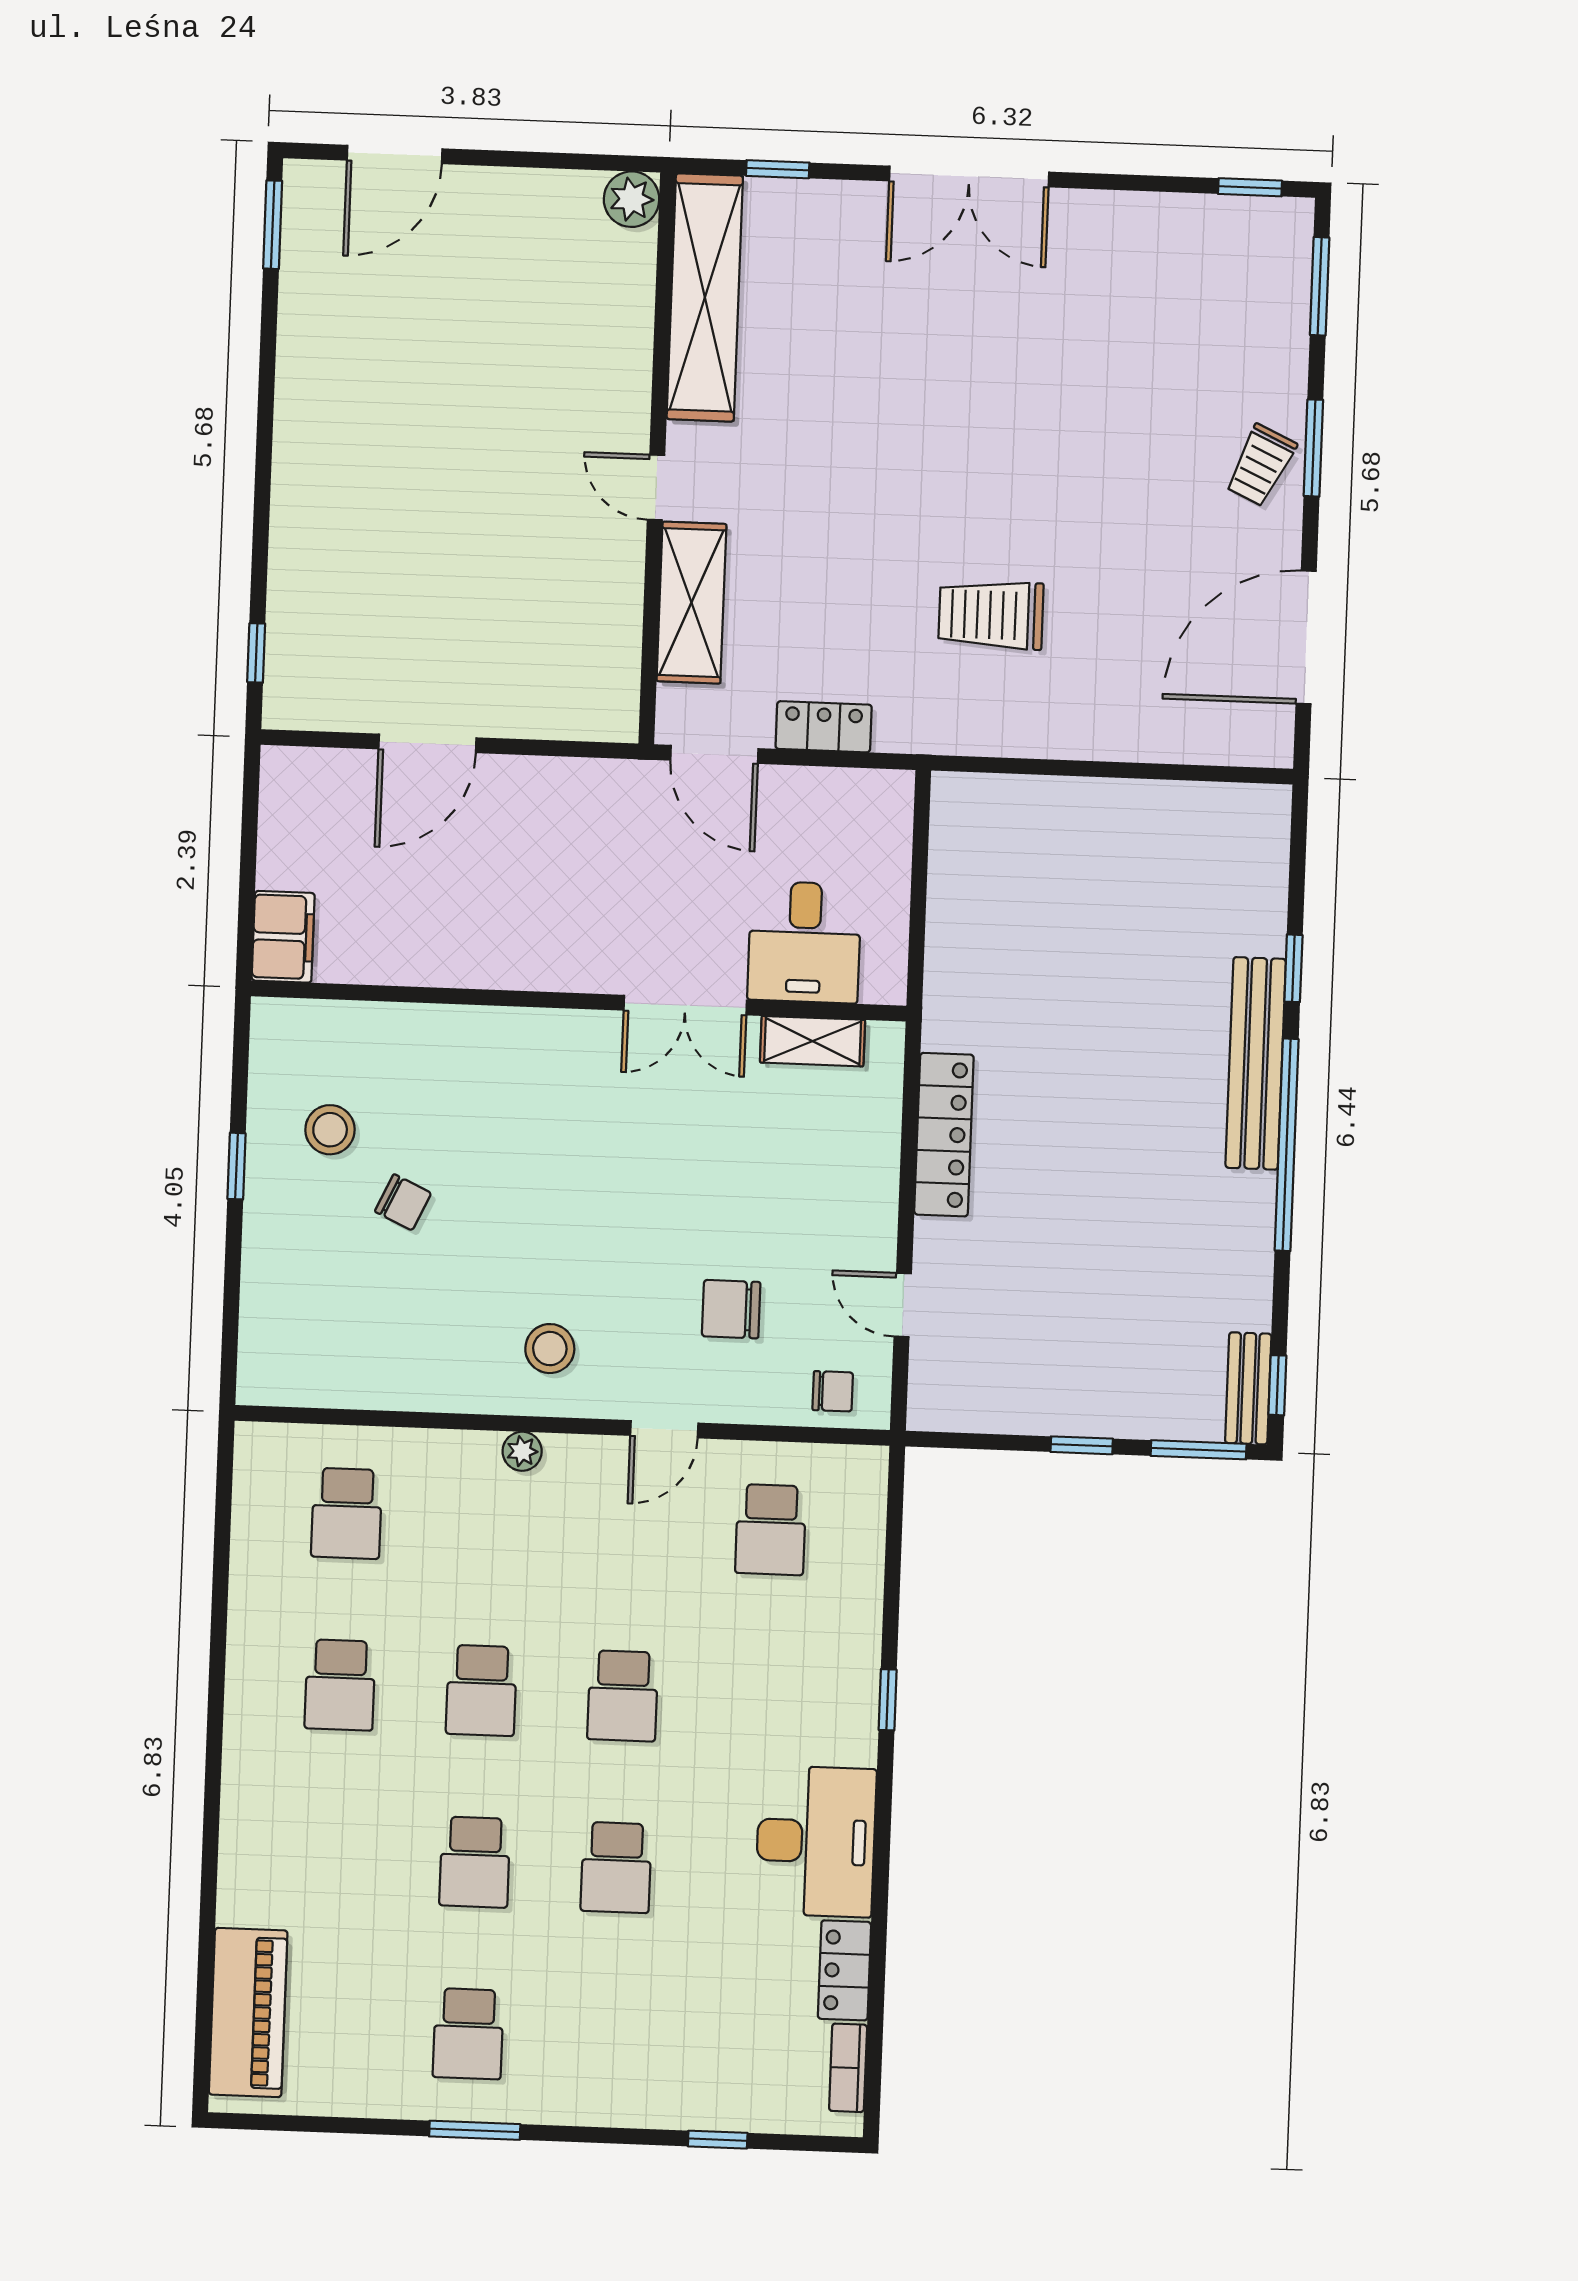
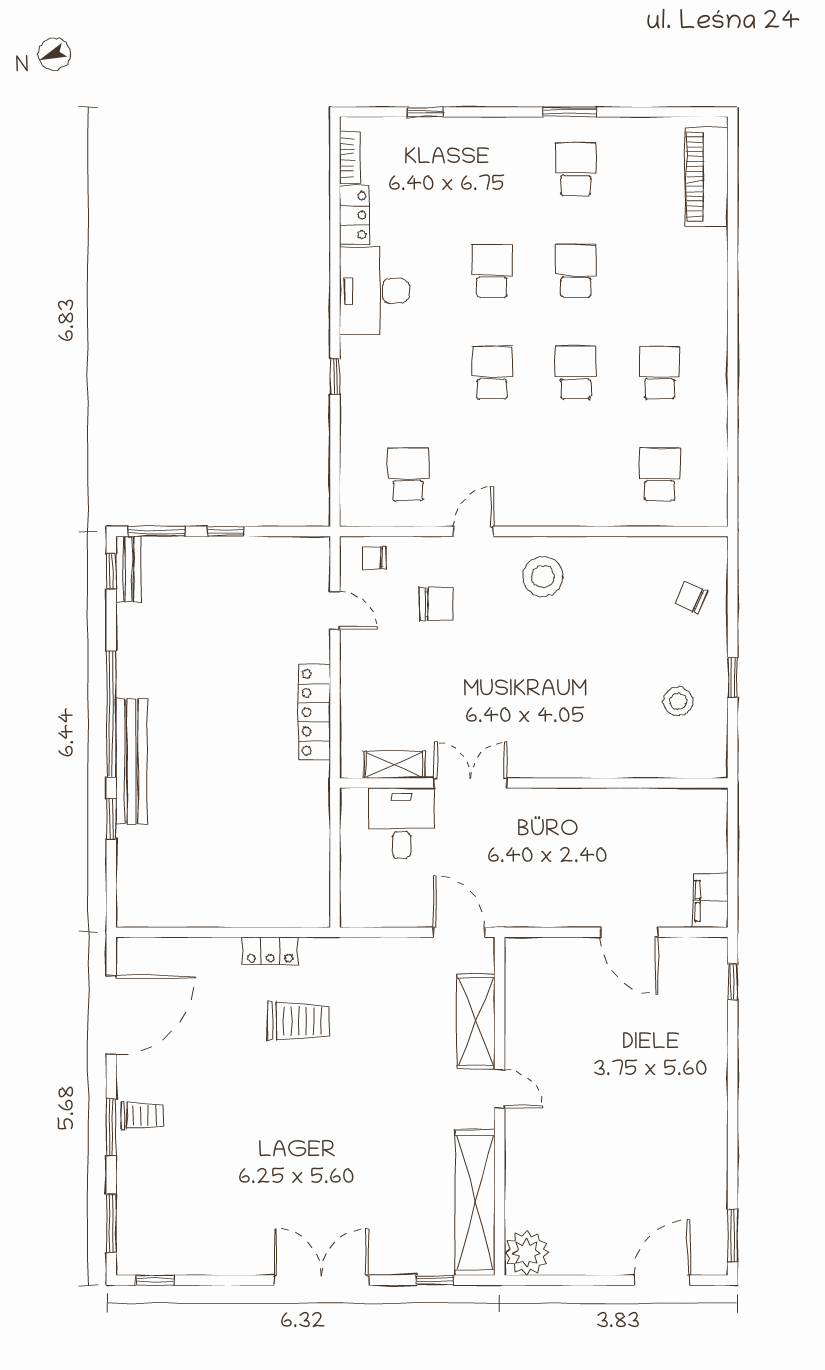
plant: (631, 199) -> (527, 1253), width x1.36, depth x1.36
trolley: (1261, 465) -> (142, 1116), turned 65
locker: (824, 727) -> (270, 951), moved
door: (427, 743) -> (629, 932), swing flipped
filing cabinet: (283, 937) -> (710, 901), moved
chair: (403, 1202) -> (691, 598), moved
stool: (550, 1349) -> (543, 577), width x1.38, depth x1.38
plant: (522, 1451) -> (557, 515), removed

